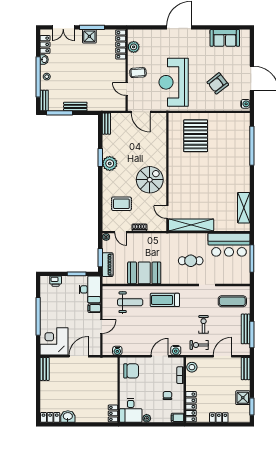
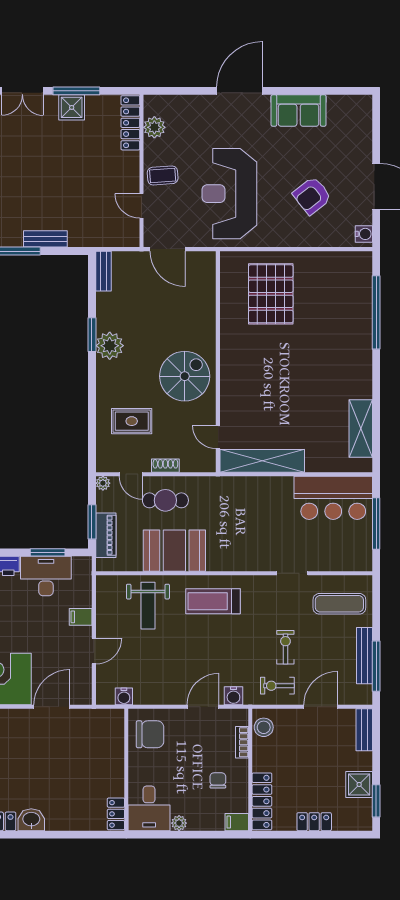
sofa: (225, 38) -> (299, 111), moved
cafe table: (191, 261) -> (165, 500), moved
desk: (90, 289) -> (46, 576), moved, turned -90
weight bench: (130, 302) -> (148, 606), turned 90

